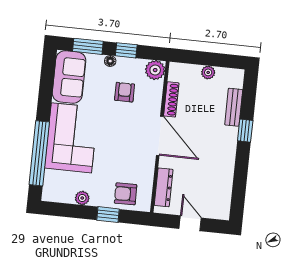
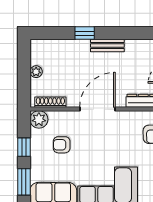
floor lamp: (110, 61) -> (35, 161), removed
shoe rack: (171, 99) -> (50, 102), moved
bench: (234, 107) -> (107, 46), moved

